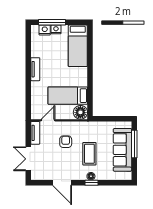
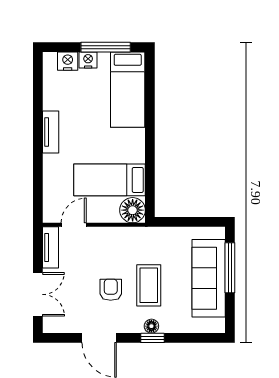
window: (52, 22) -> (106, 47), moved
armchair: (66, 142) -> (111, 290), moved
double door: (28, 159) -> (38, 294), swing flipped

